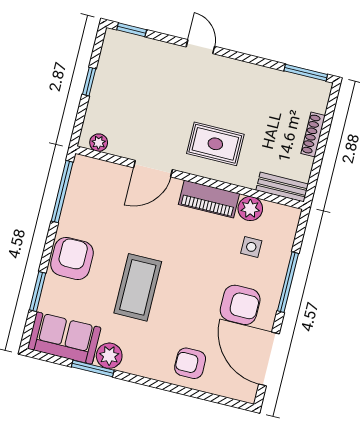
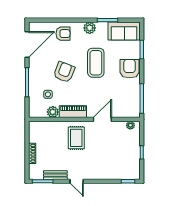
door: (200, 47) -> (77, 181), moved
rug: (215, 144) -> (76, 138), turned 90
bench: (282, 187) -> (55, 175), moved
armchair: (72, 258) -> (130, 69), turned 180
armchair: (240, 305) -> (64, 72), moved, turned 111
plant: (109, 356) -> (90, 28), moved
door: (269, 359) -> (27, 44), hinge flipped

